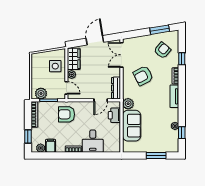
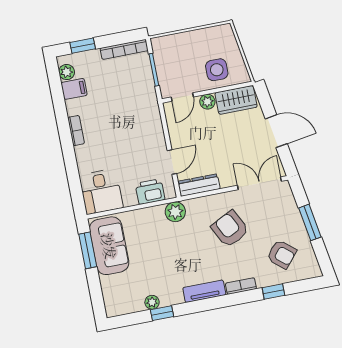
window: (160, 30) -> (310, 222), moved
plant: (41, 93) -> (163, 54), removed
door: (101, 100) -> (172, 162), swing flipped
armchair: (66, 114) -> (135, 106), removed
sofa: (132, 126) -> (109, 246), moved, turned -90
window: (182, 133) -> (162, 313), moved
desk: (93, 141) -> (101, 192), moved, turned -90
window: (156, 155) -> (88, 250), moved

